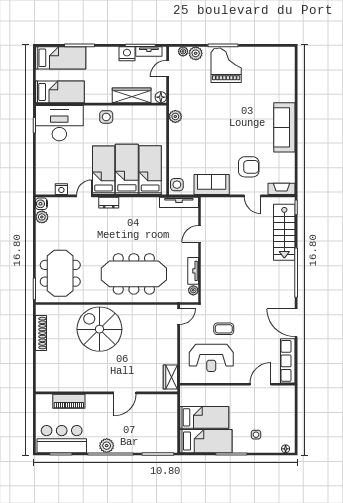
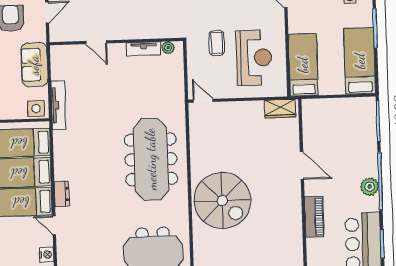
door: (199, 234) -> (96, 42), moved
wall: (199, 250) -> (116, 42), moved
tv unit: (193, 271) -> (143, 49), moved
plant: (193, 290) -> (168, 48), moved
spiral stairs: (99, 329) -> (222, 201), turned -90
piano: (69, 401) -> (314, 217), moved
bed: (204, 417) -> (303, 65), moved

